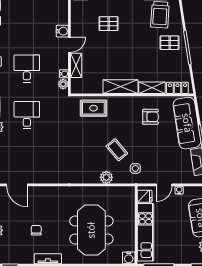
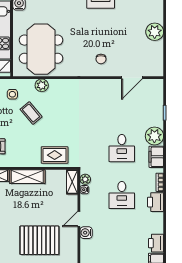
pallet: (109, 24) -> (39, 240), width x2.05, depth x2.00
shelving: (76, 65) -> (72, 182), moved
door: (17, 185) -> (132, 78), swing flipped
chair: (36, 230) -> (101, 59), moved
meeting table: (91, 230) -> (41, 49), moved

